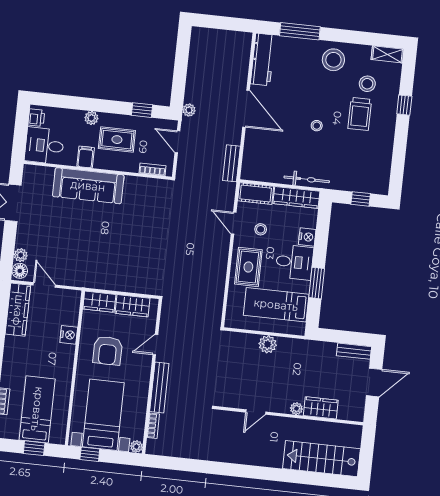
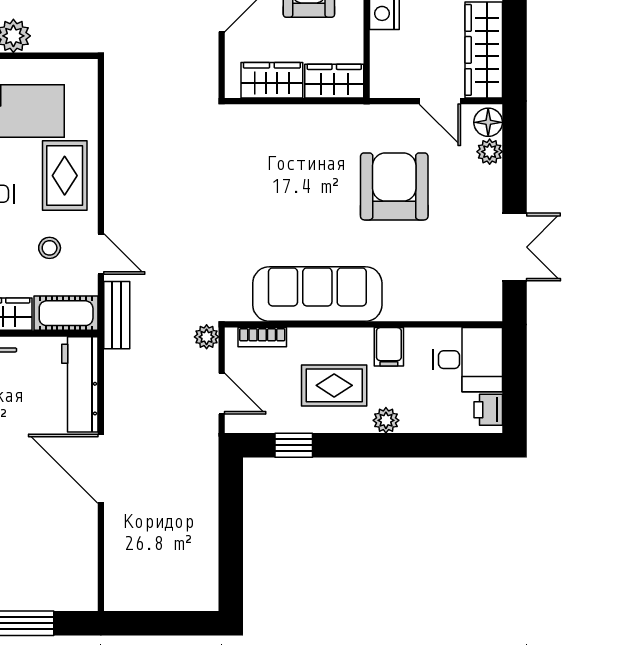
workbench: (263, 59) -> (80, 384), moved
plant: (189, 110) -> (207, 337), moved
bench: (232, 163) -> (117, 315), moved
sofa: (88, 186) -> (317, 294), moved
armchair: (73, 242) -> (394, 186), added

